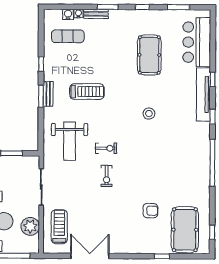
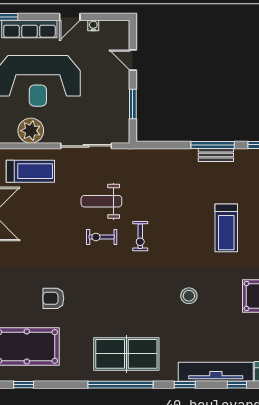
treadmill: (87, 92) -> (226, 228), moved
window: (41, 96) -> (213, 145), width x1.44
weight bench: (70, 141) -> (101, 201), moved, width x0.73, depth x0.75
table tennis table: (190, 159) -> (126, 354), added
armchair: (150, 211) -> (53, 298), turned 90

